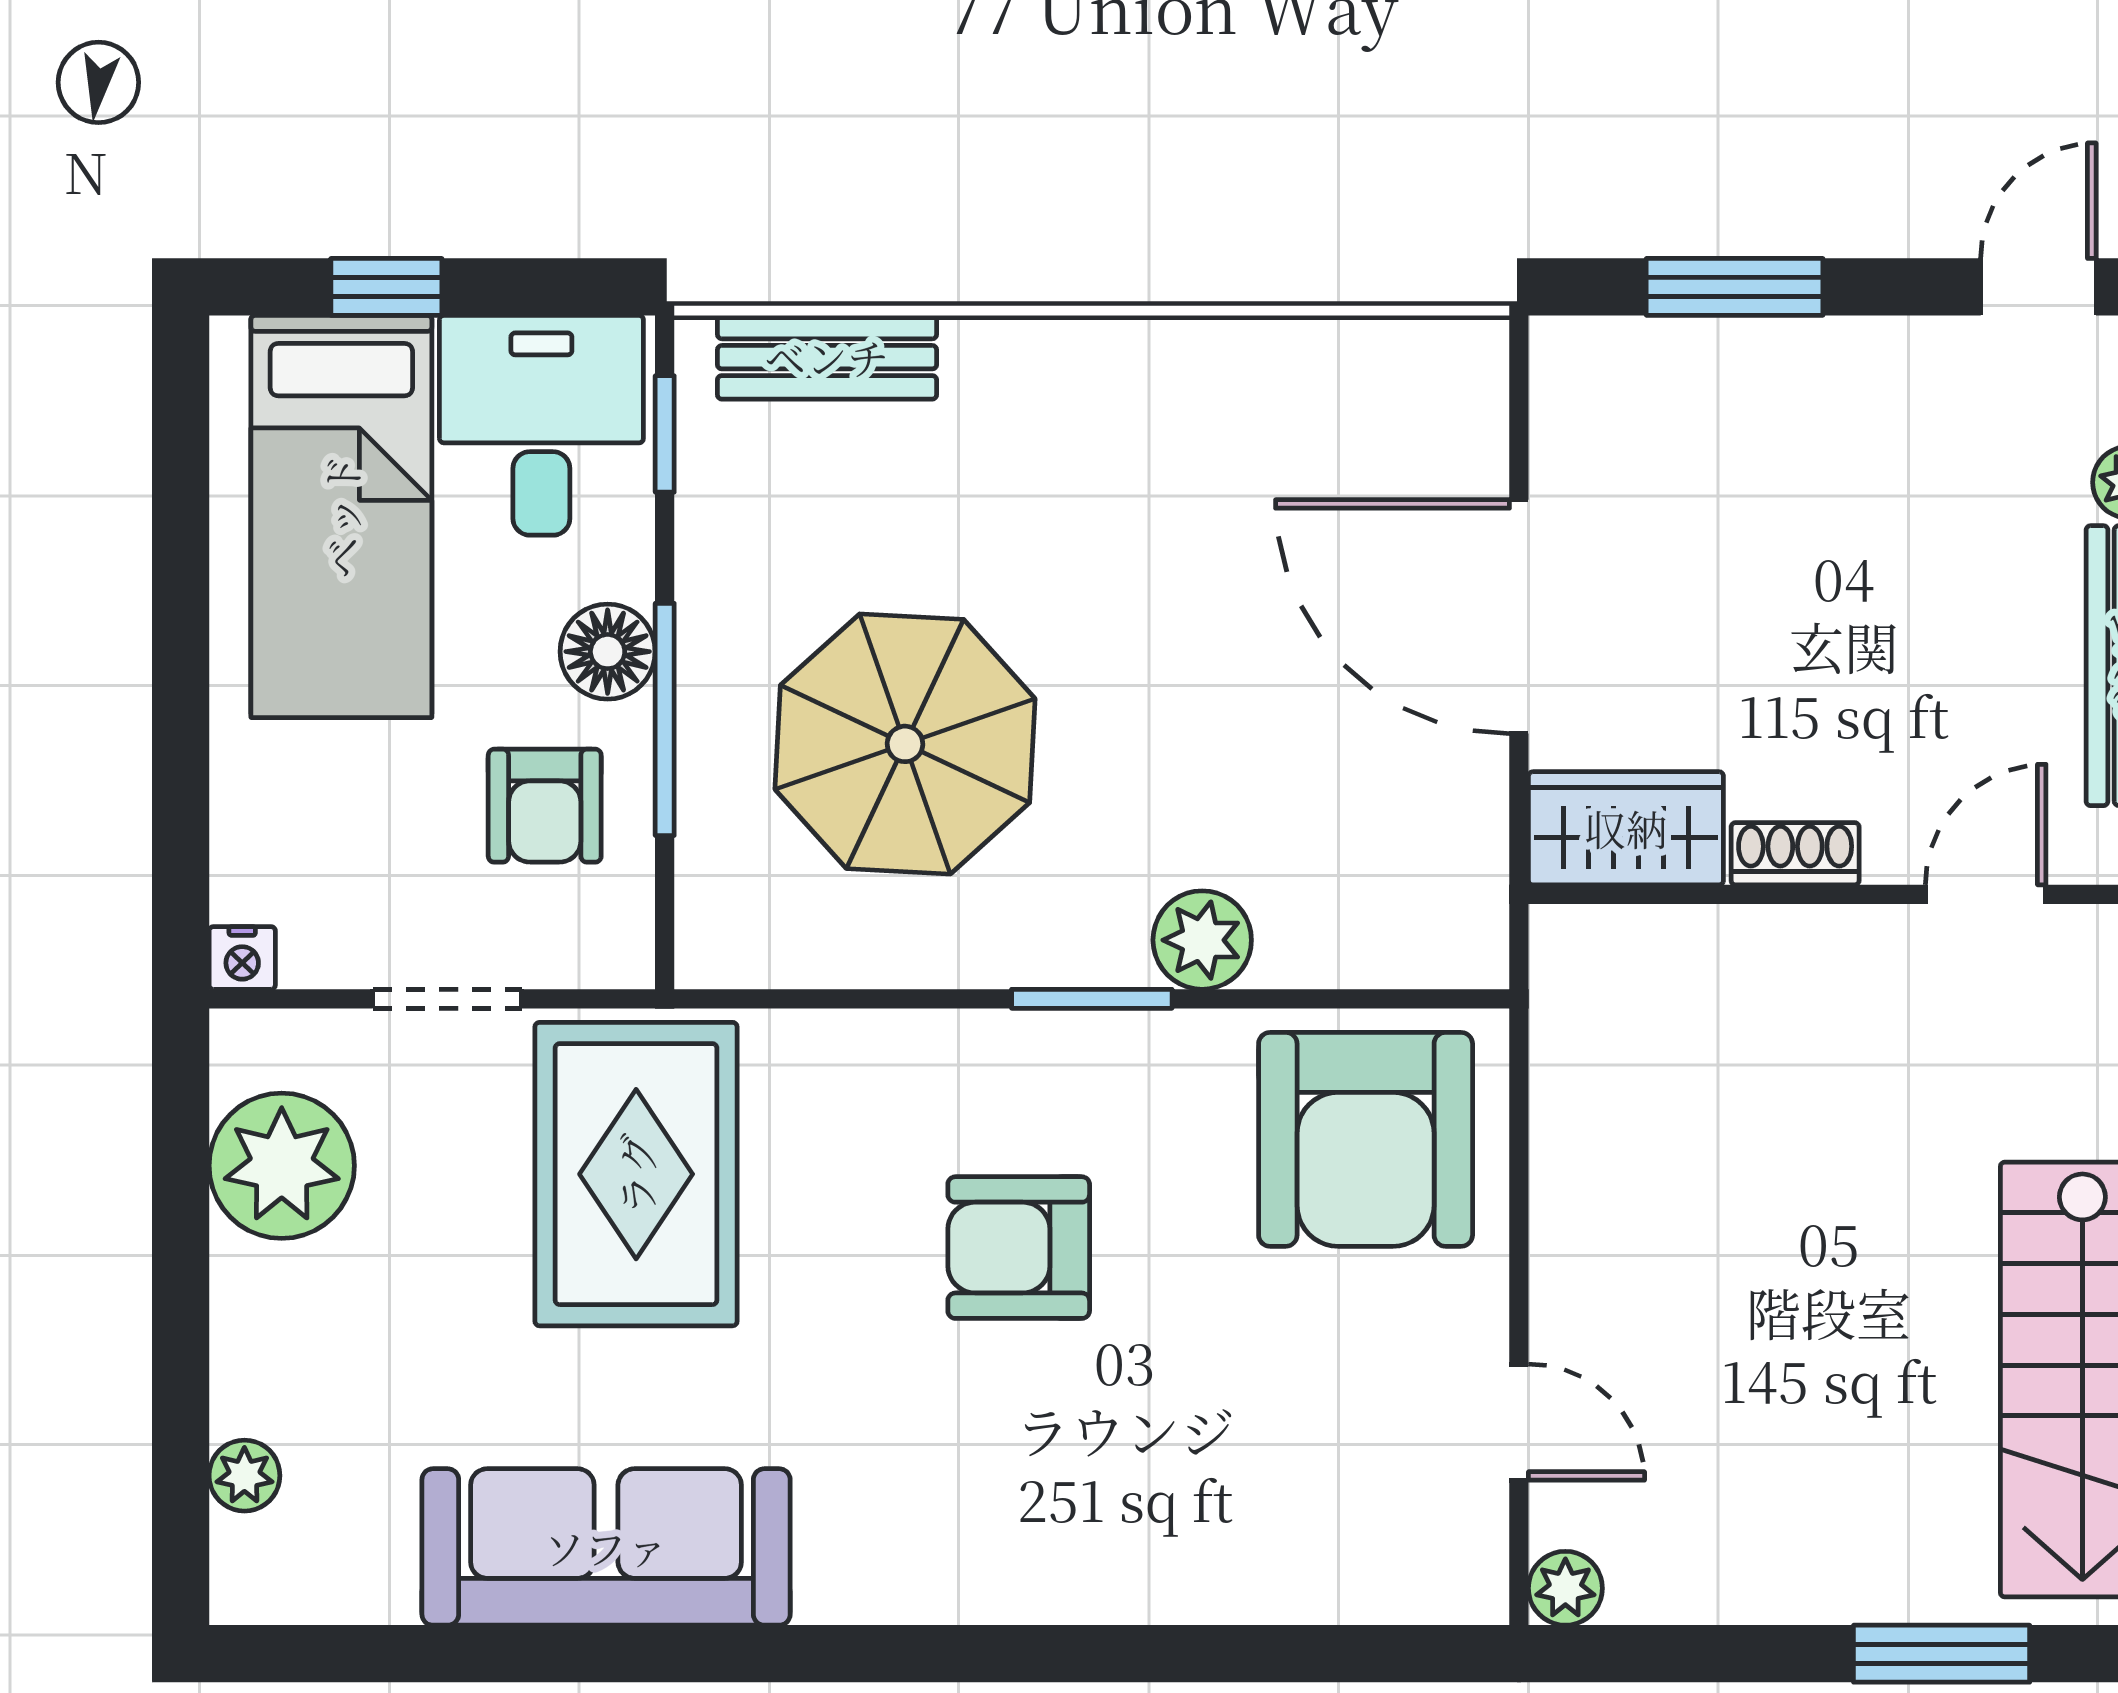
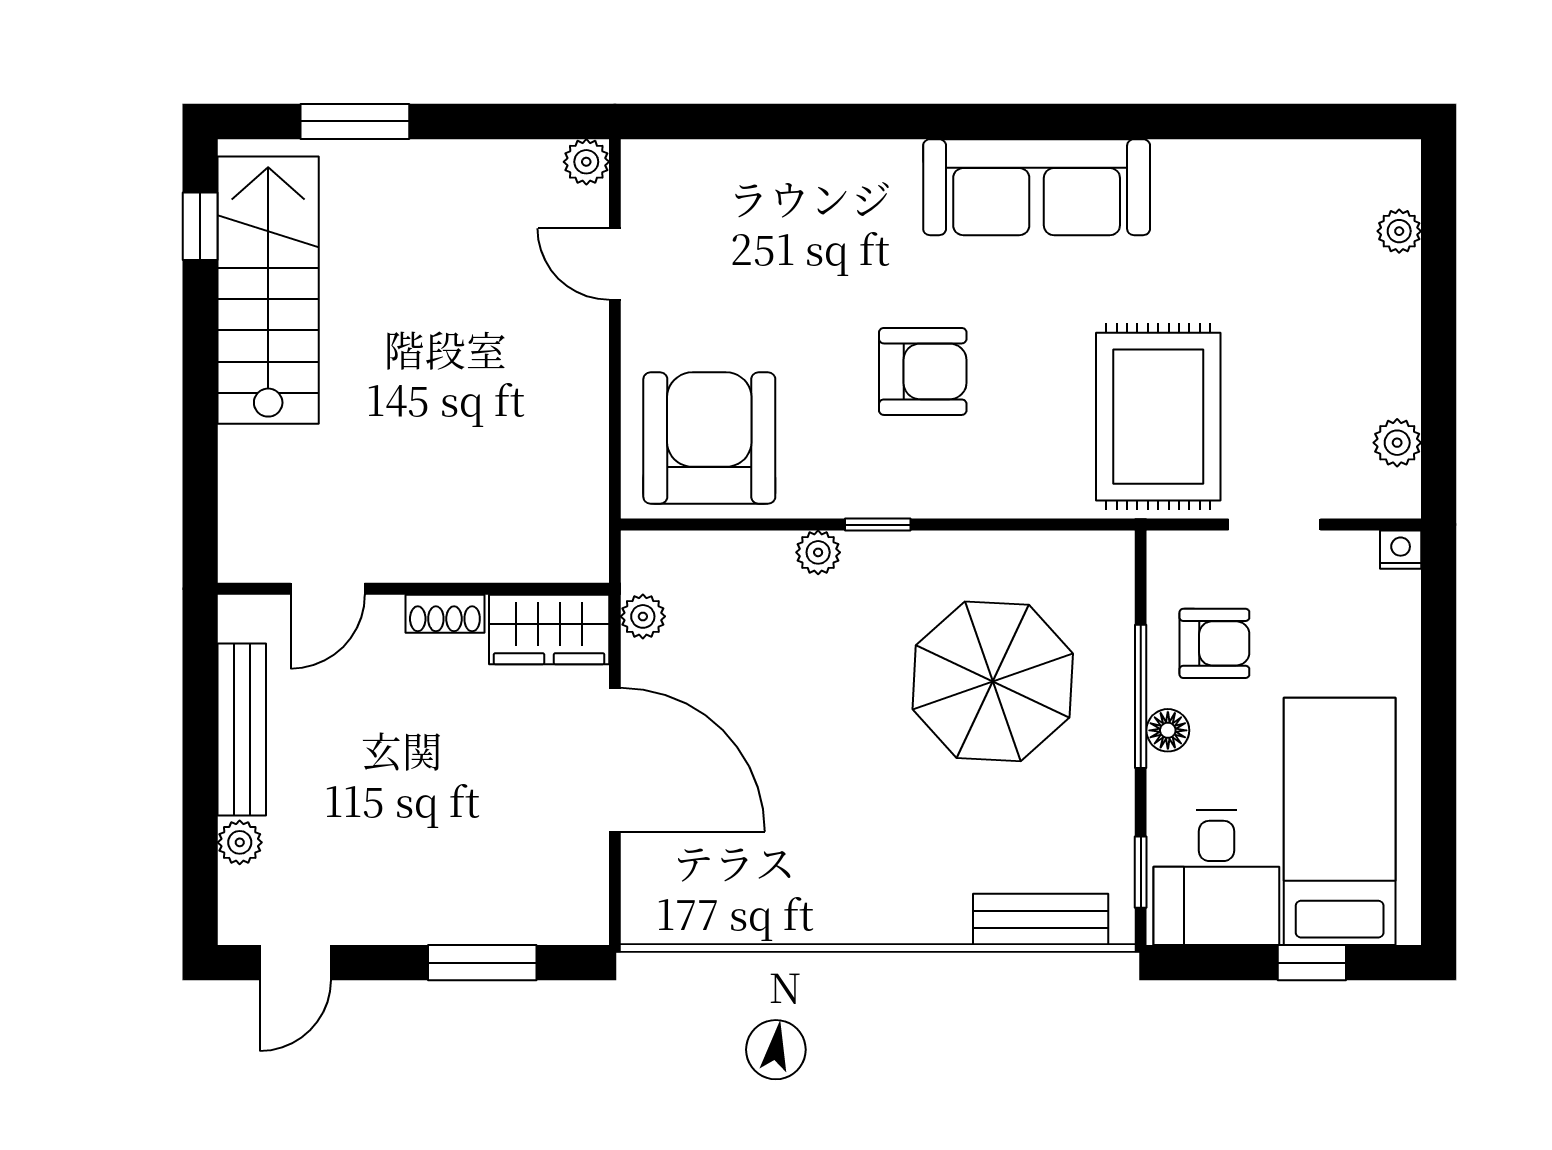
floor lamp: (608, 652) -> (1168, 730), width x0.73, depth x0.73
armchair: (545, 806) -> (1214, 643), turned 90
plant: (1473, 849) -> (643, 616), added
plant: (1202, 940) -> (818, 552), width x0.73, depth x0.73
window: (1092, 999) -> (878, 525), width x0.67
plant: (282, 1166) -> (1397, 443), width x0.53, depth x0.53
sofa: (606, 1547) -> (1037, 187), moved

